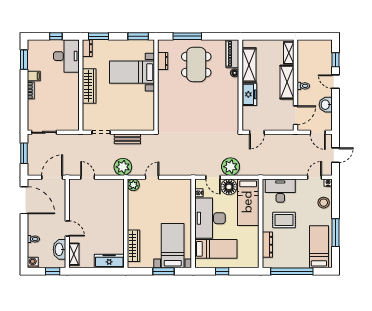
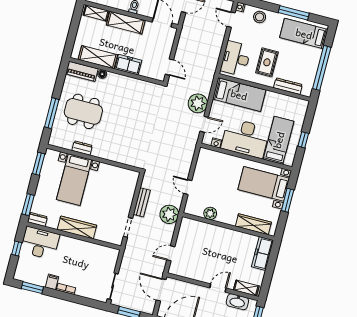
dresser: (163, 61) -> (82, 148), moved
plant: (133, 185) -> (210, 213), moved
floor lamp: (229, 187) -> (218, 110), removed

